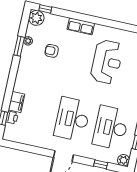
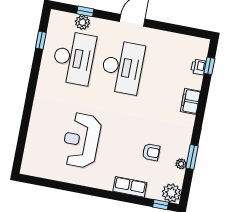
row of seats: (81, 26) -> (130, 187), moved
filing cabinet: (17, 102) -> (190, 101), moved
plant: (123, 160) -> (82, 22), moved

